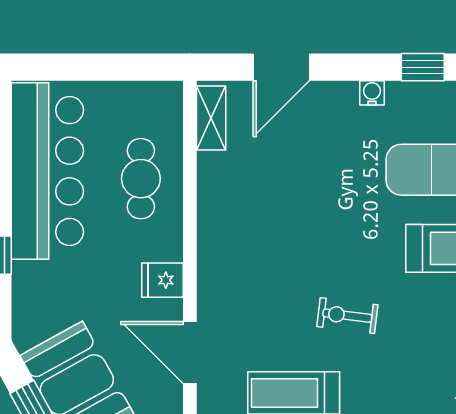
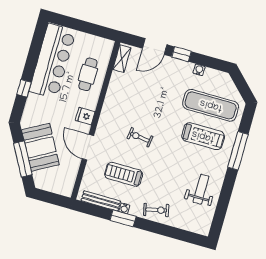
window: (423, 67) -> (182, 54), moved
water cooler: (372, 93) -> (199, 70), moved
exercise bike: (347, 316) -> (140, 137), moved

